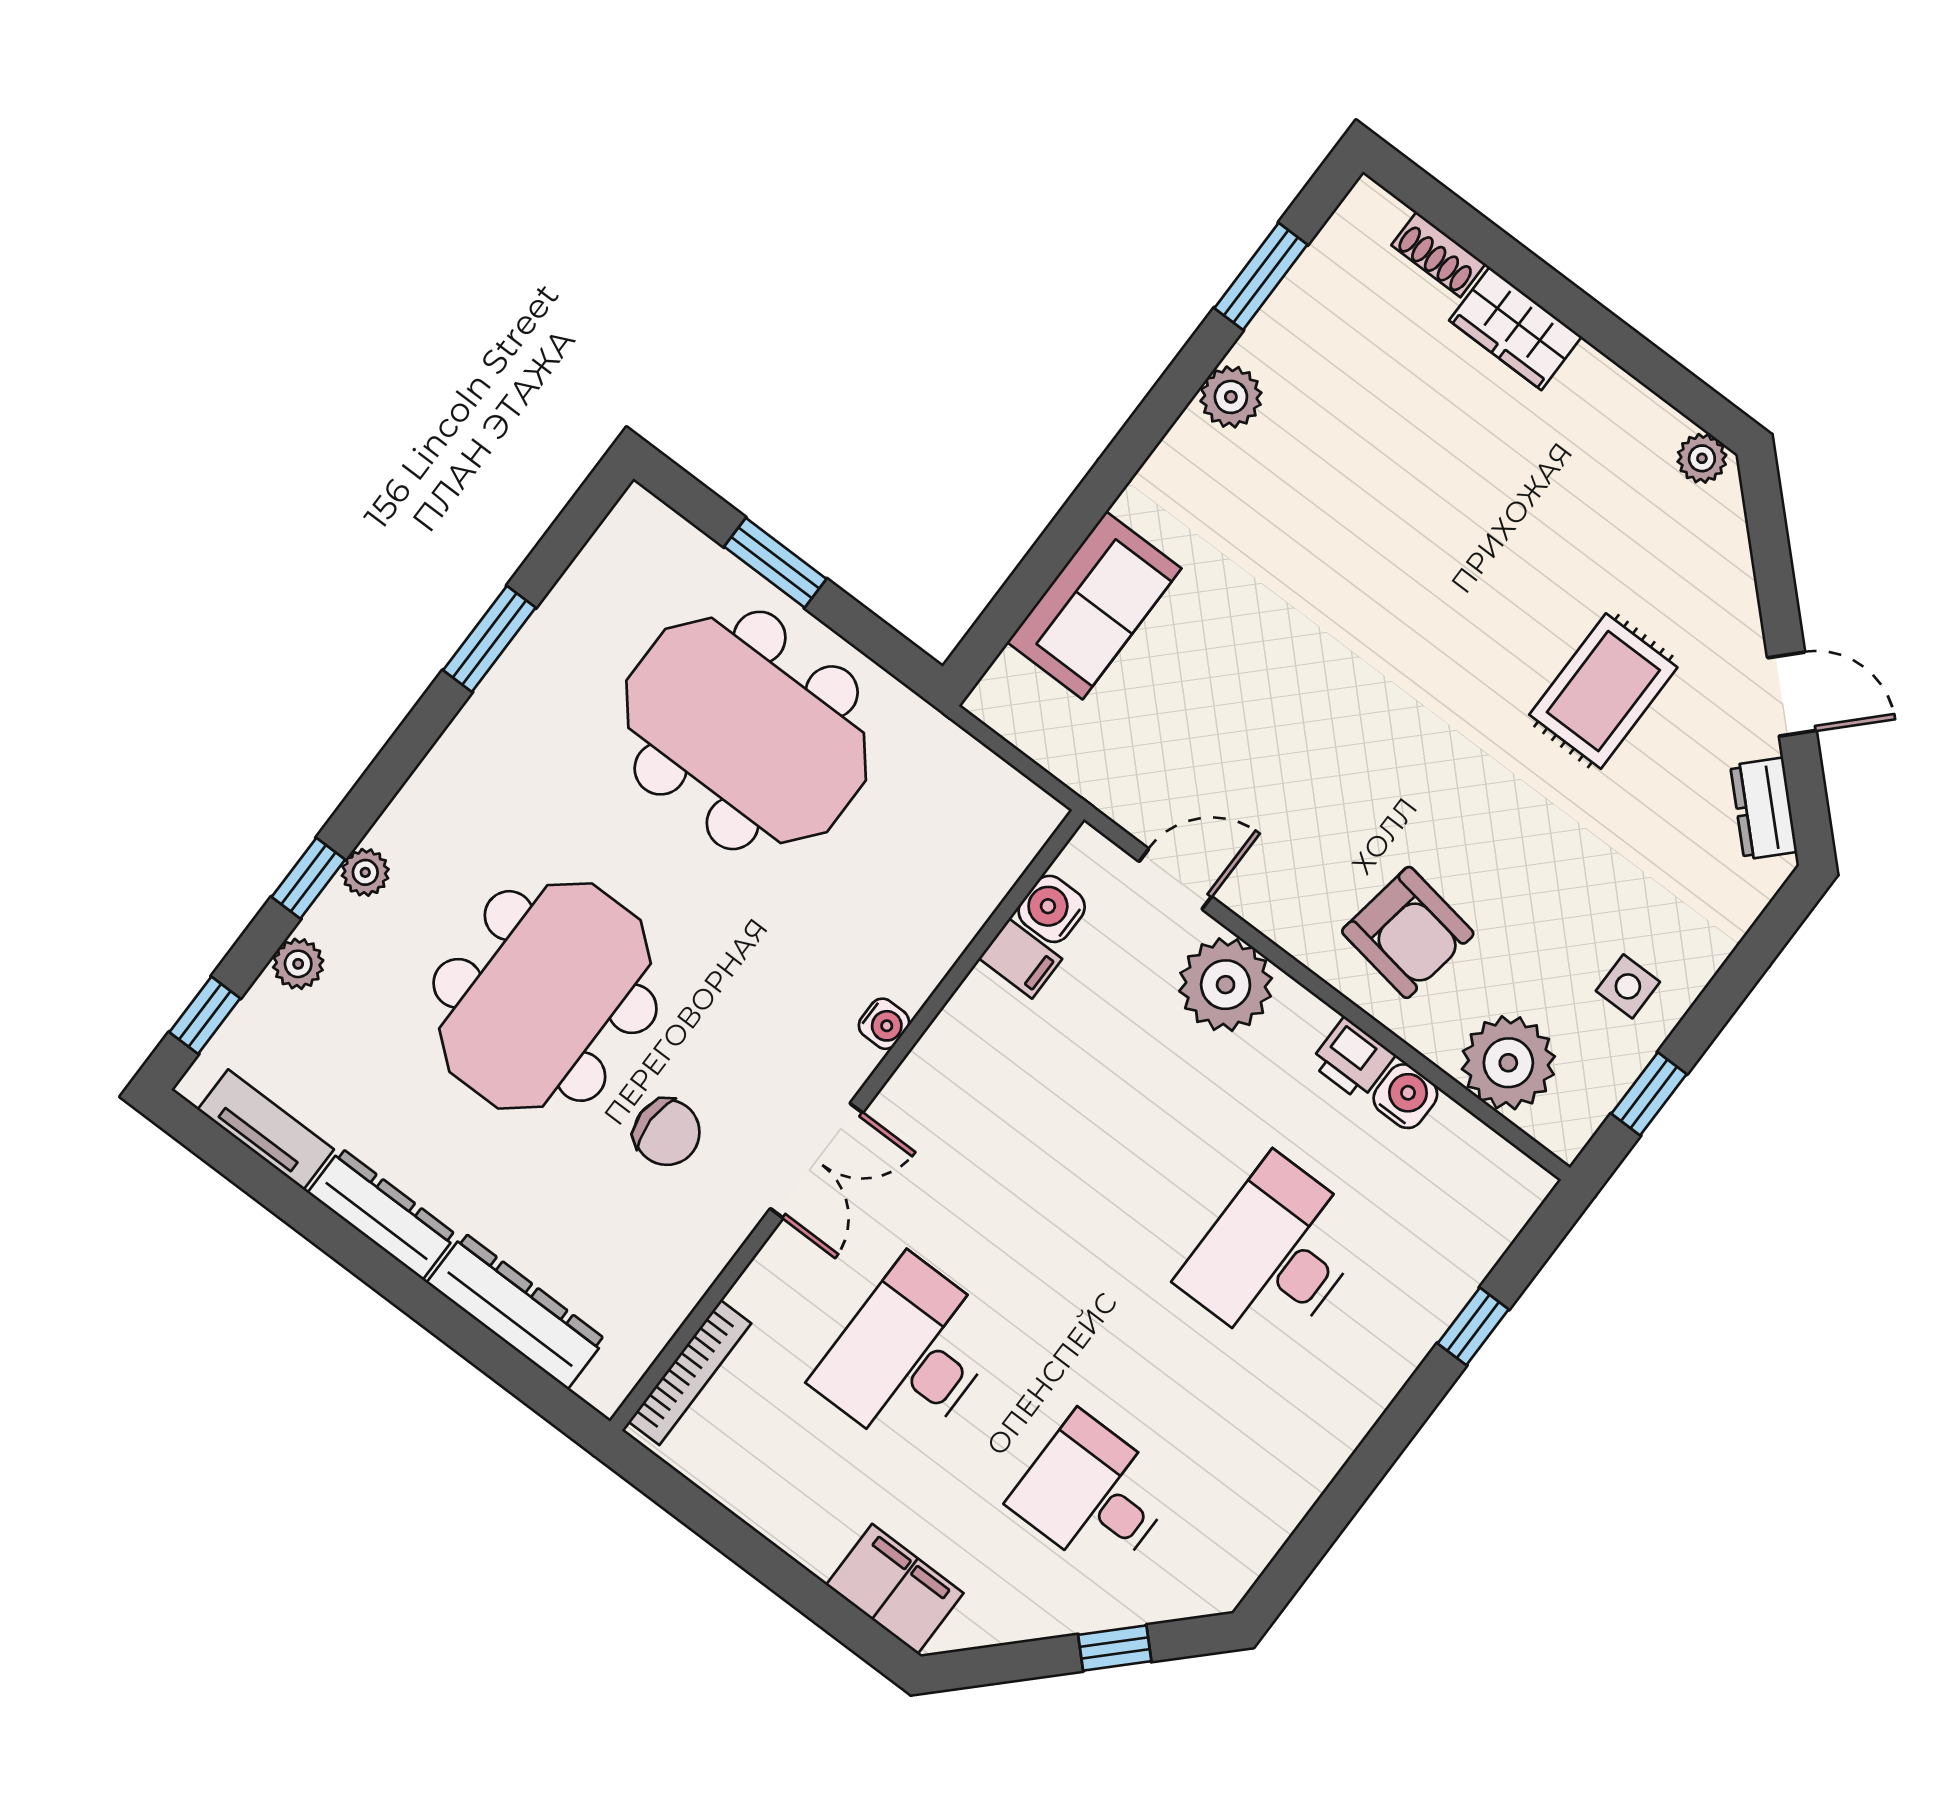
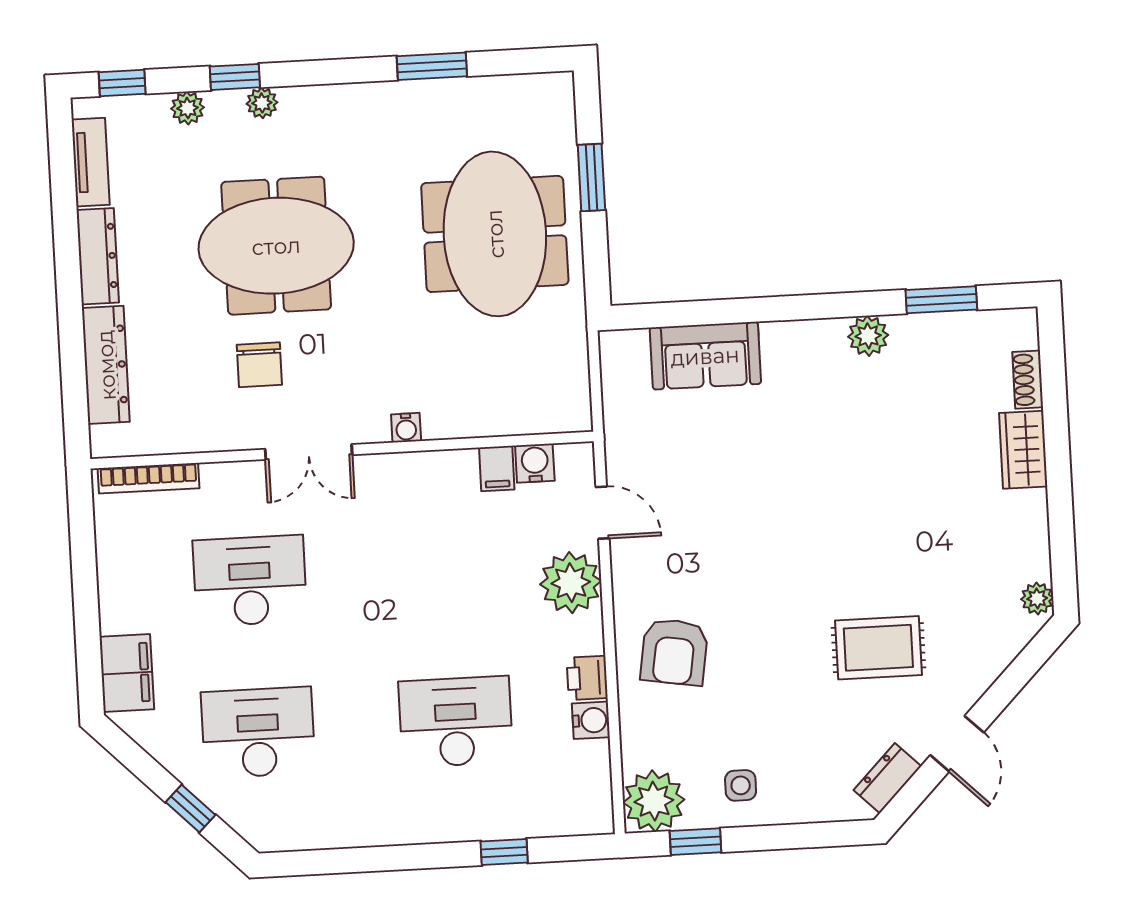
plant: (1508, 1063) -> (654, 801), moved
desk: (1093, 1495) -> (258, 732), width x1.37

